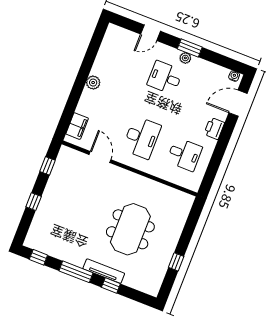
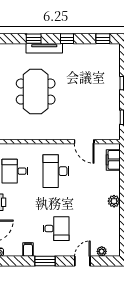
plant: (185, 58) -> (102, 251), moved
filing cabinet: (203, 67) -> (28, 249), added
window: (76, 272) -> (67, 39), width x0.46

